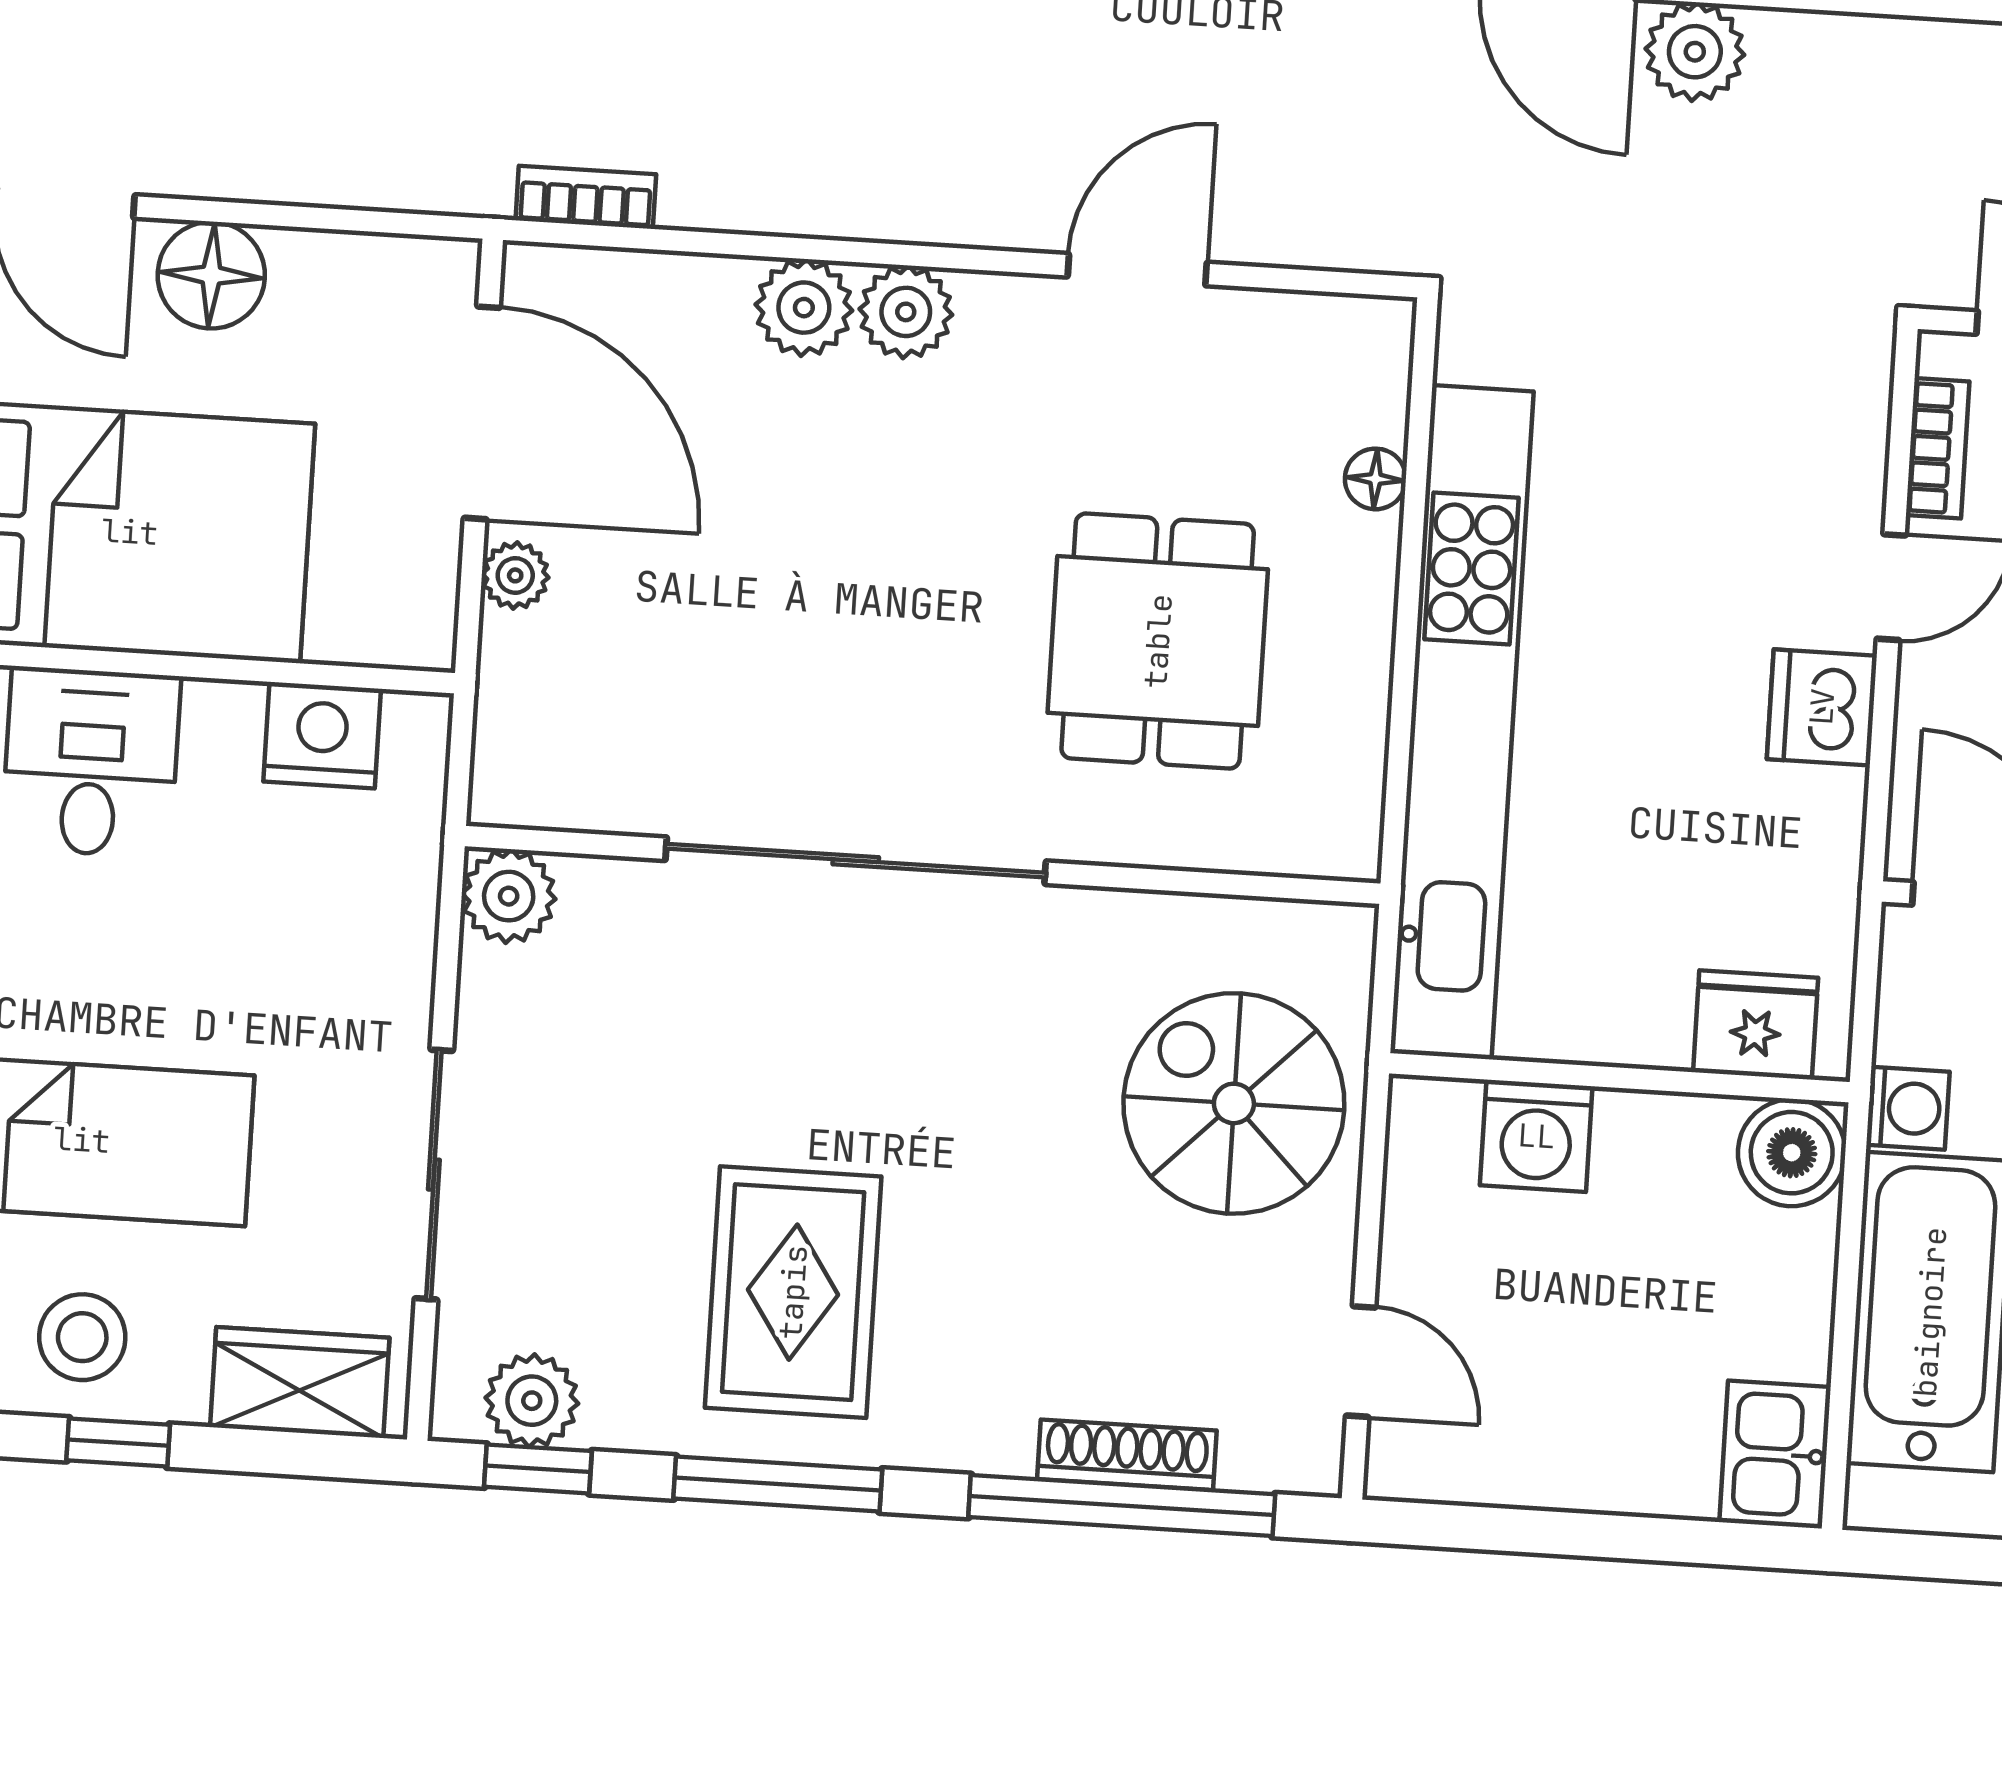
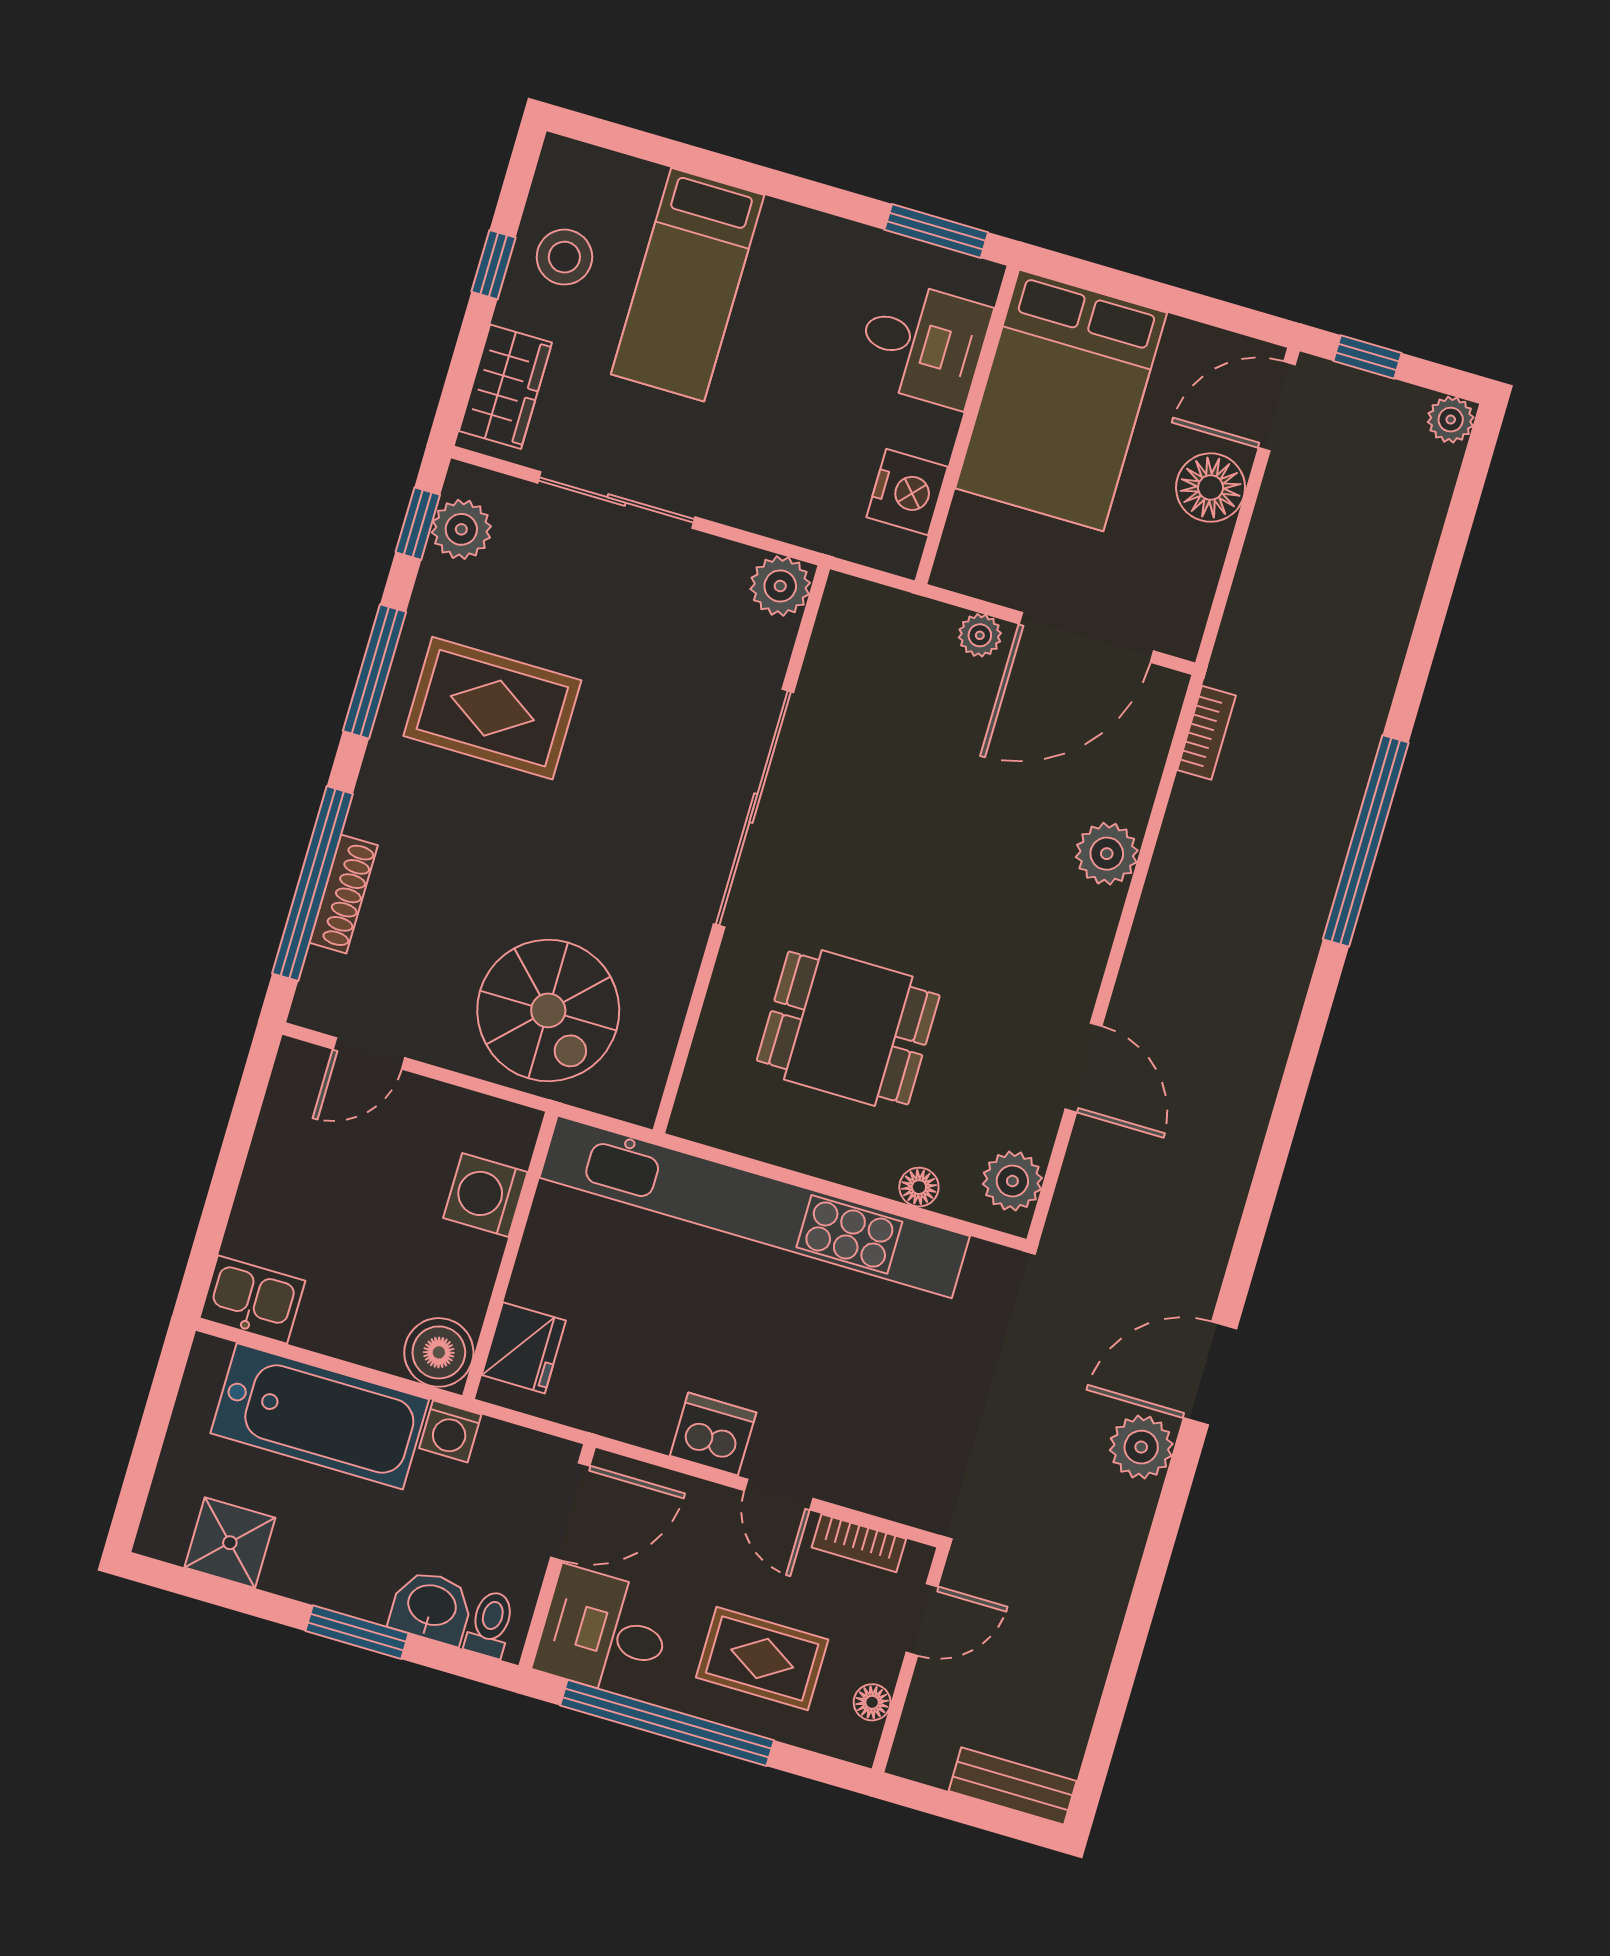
plant: (906, 312) -> (1012, 1181), moved
spiral stairs: (1234, 1103) -> (548, 1010), turned 90

